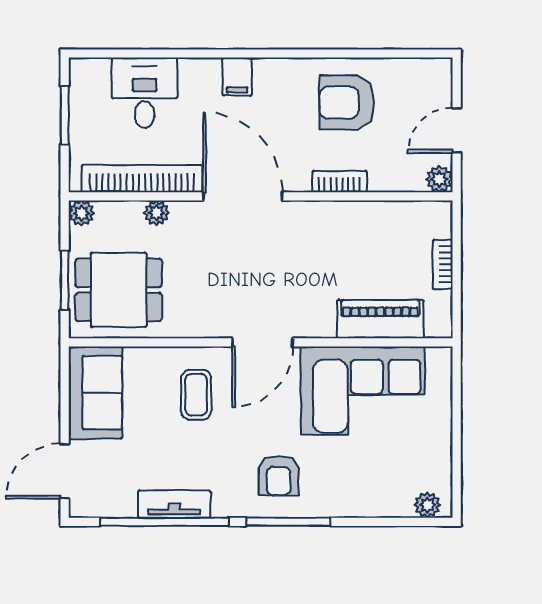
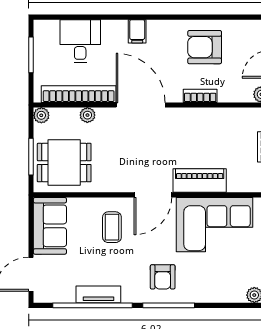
piano: (380, 319) -> (200, 181), moved

